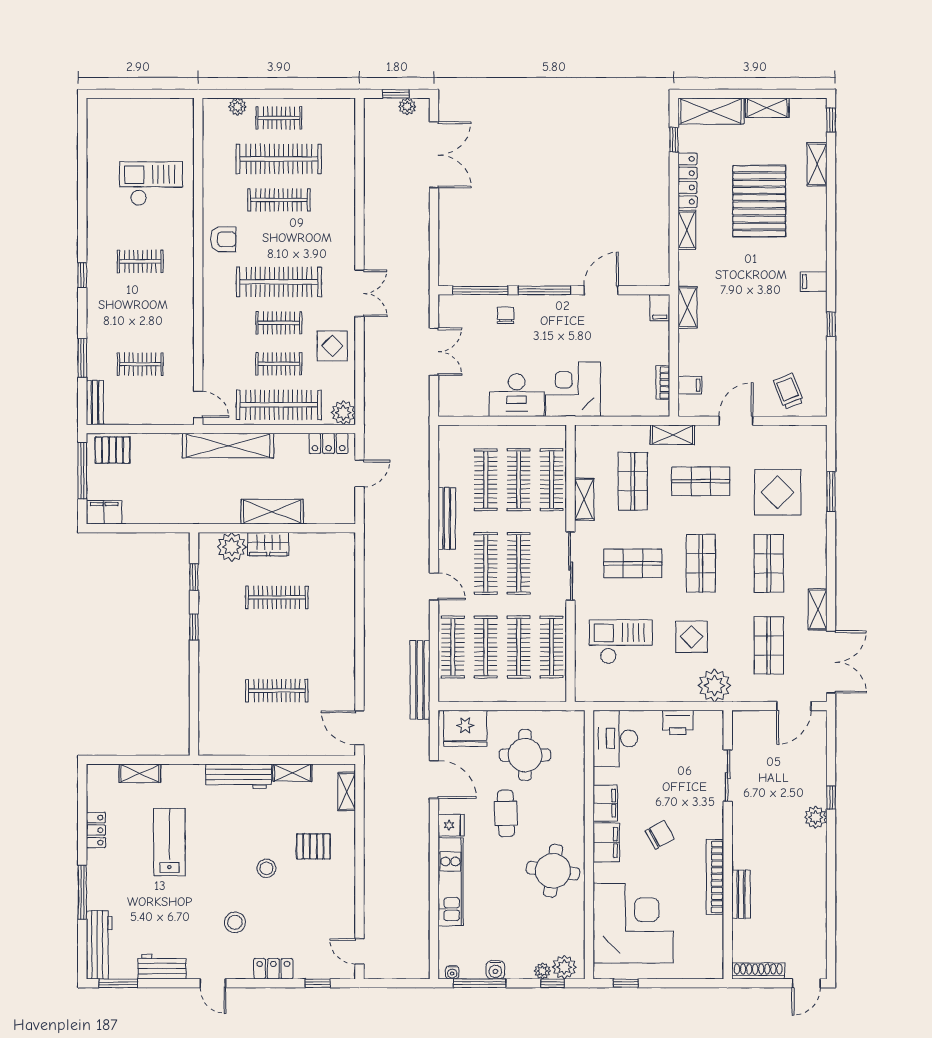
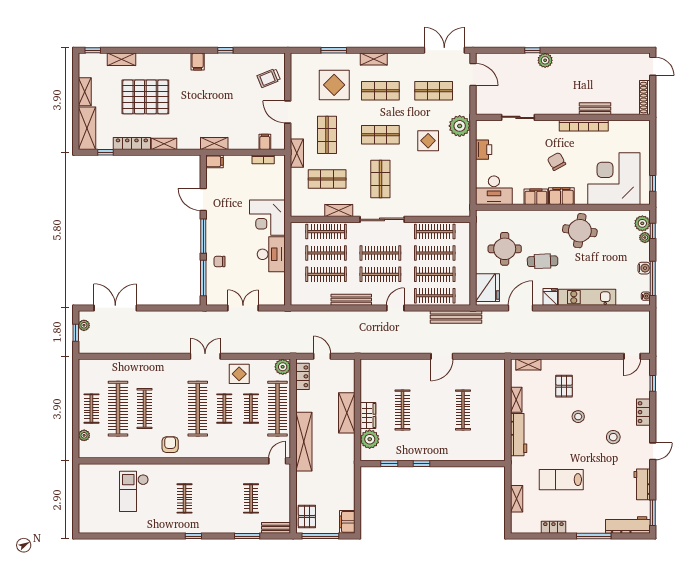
shelving: (818, 609) -> (374, 59), moved
checkout: (621, 642) -> (431, 187), removed
door: (359, 728) -> (442, 356), moved

